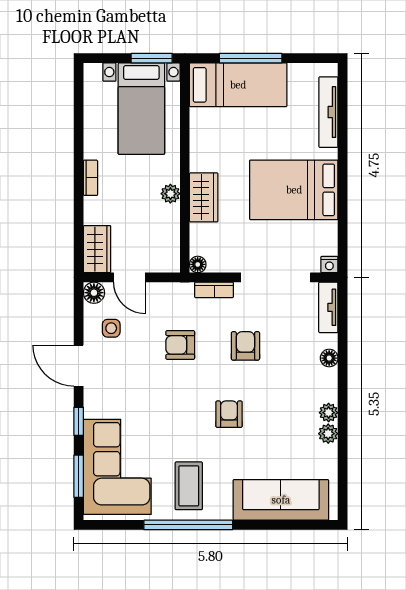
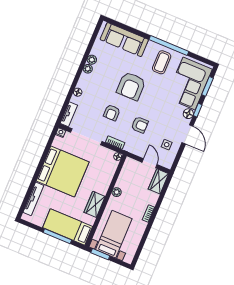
bed: (294, 190) -> (63, 171), width x1.36
wardrobe: (204, 197) -> (95, 204), moved
floor lamp: (94, 293) -> (188, 114), moved
armchair: (229, 414) -> (131, 86), width x1.88, depth x1.88

